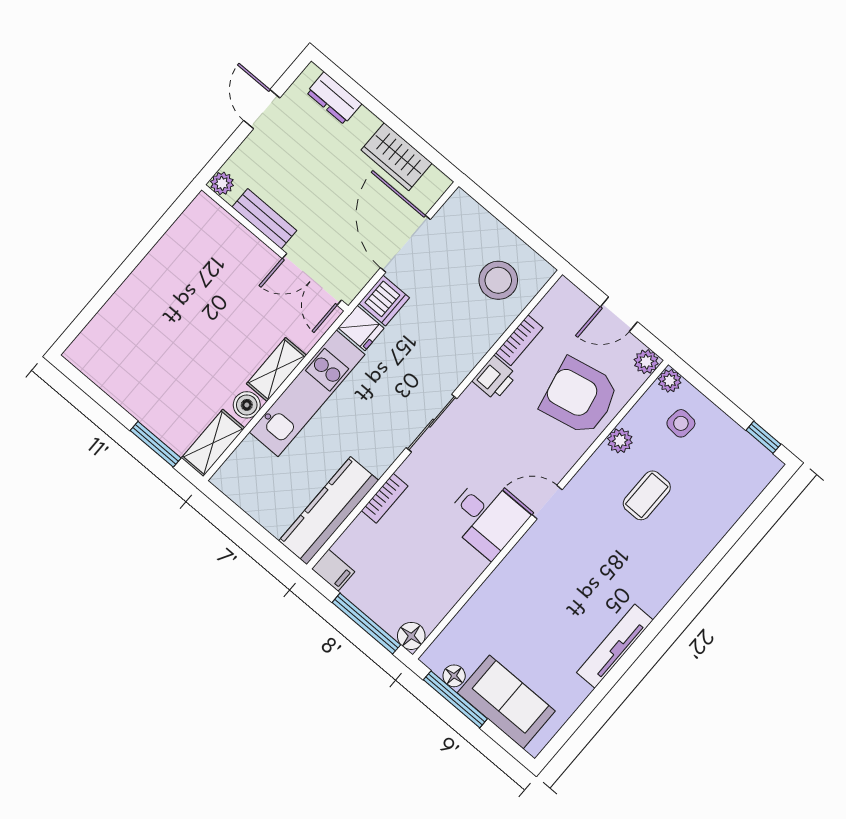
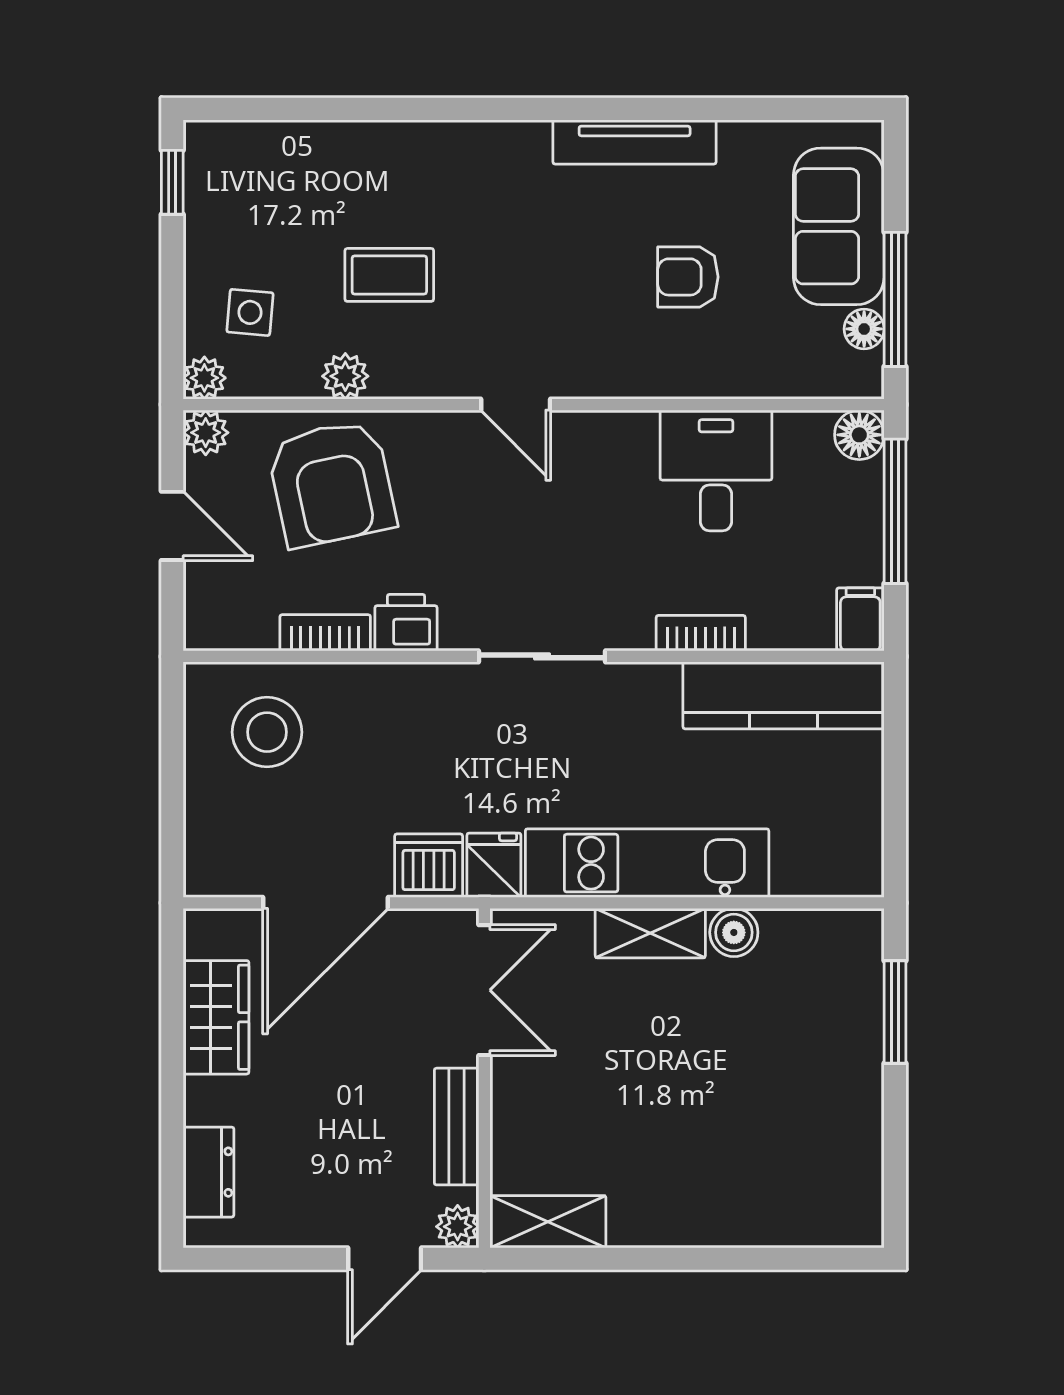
door: (262, 109) -> (385, 1259), moved
shelving: (213, 443) -> (548, 1222), moved
desk: (486, 517) -> (716, 470), moved
armchair: (539, 620) -> (688, 277), added

